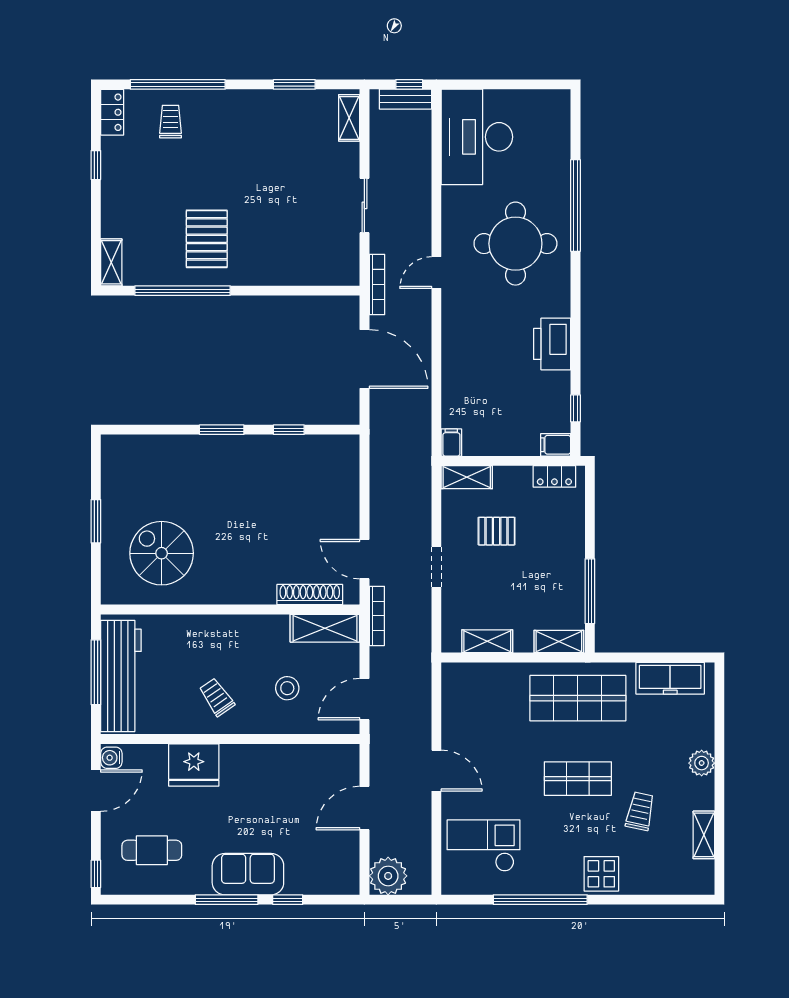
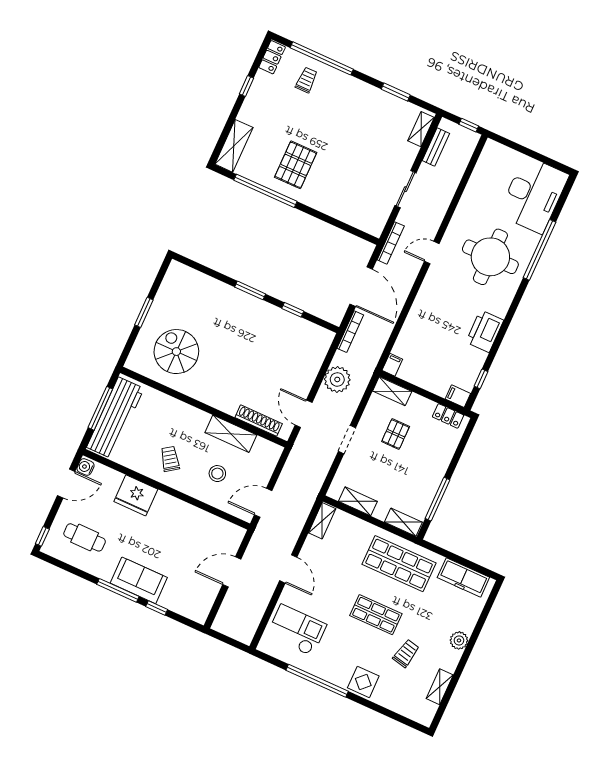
bench: (406, 99) -> (436, 147), moved, turned 90
desk: (477, 137) -> (534, 195), moved, turned 180
shelving: (111, 262) -> (234, 146), width x1.50, depth x1.33
pallet: (497, 531) -> (396, 434), turned 90
bookcase: (377, 616) -> (350, 332), moved
shelving: (325, 628) -> (231, 434), moved
shelving: (452, 688) -> (322, 521), added
plant: (388, 876) -> (337, 379), moved

